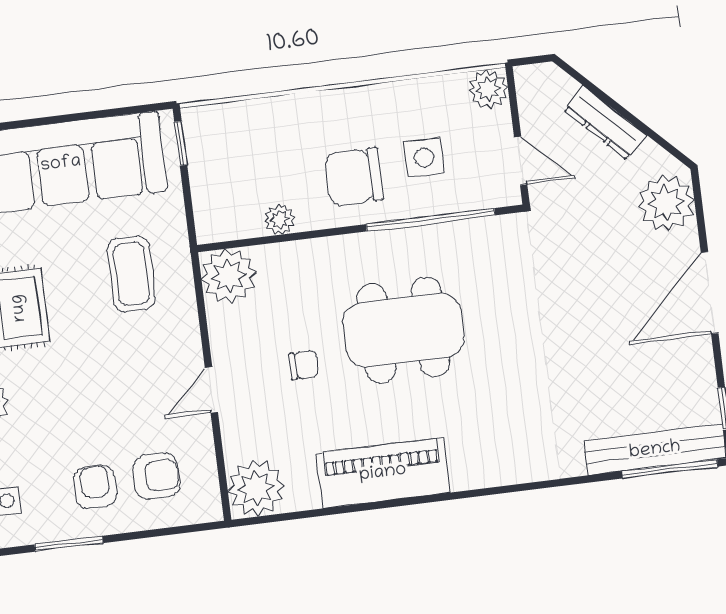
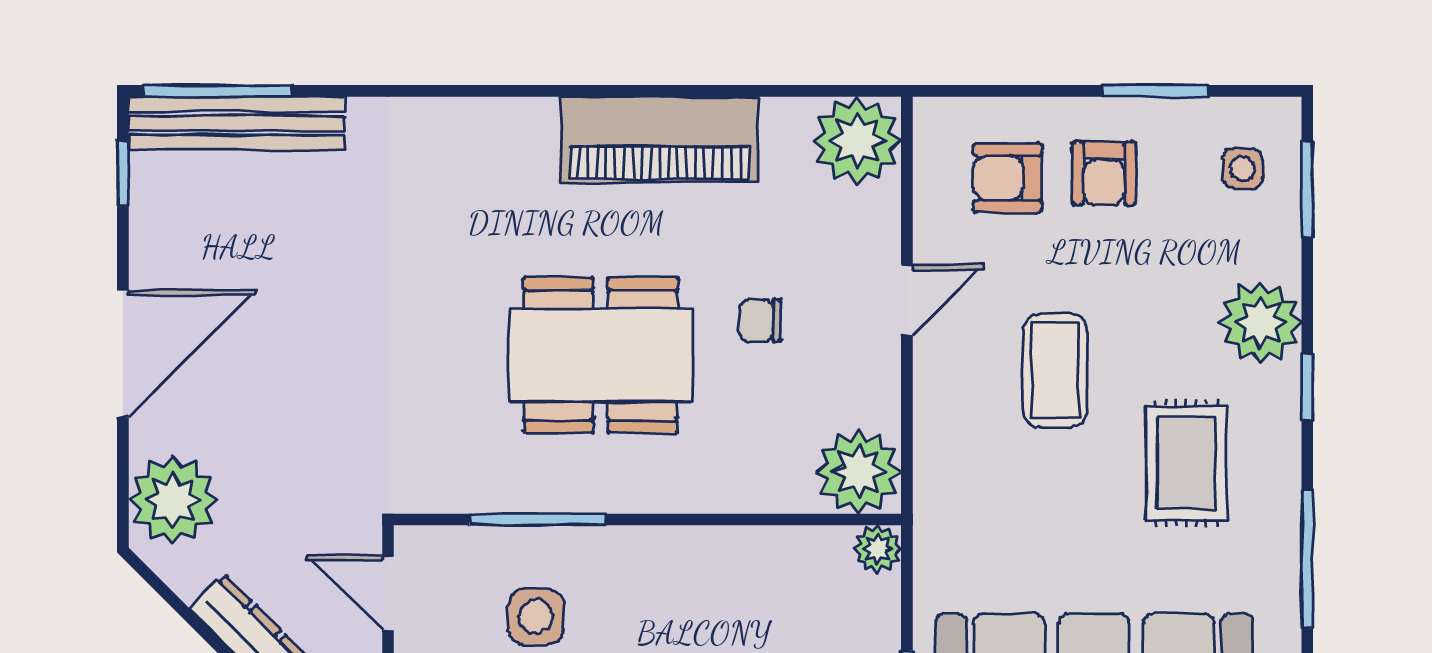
chair: (354, 177) -> (647, 600), removed
plant: (280, 219) -> (877, 549), moved
window: (431, 220) -> (538, 520), width x0.68
coffee table: (131, 274) -> (1055, 370), moved

